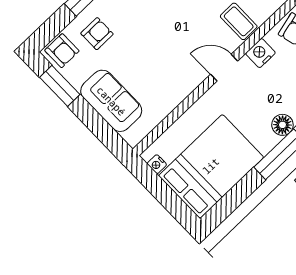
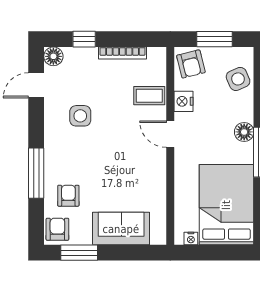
armchair: (62, 51) -> (57, 229), turned -90
door: (224, 68) -> (170, 134), hinge flipped

